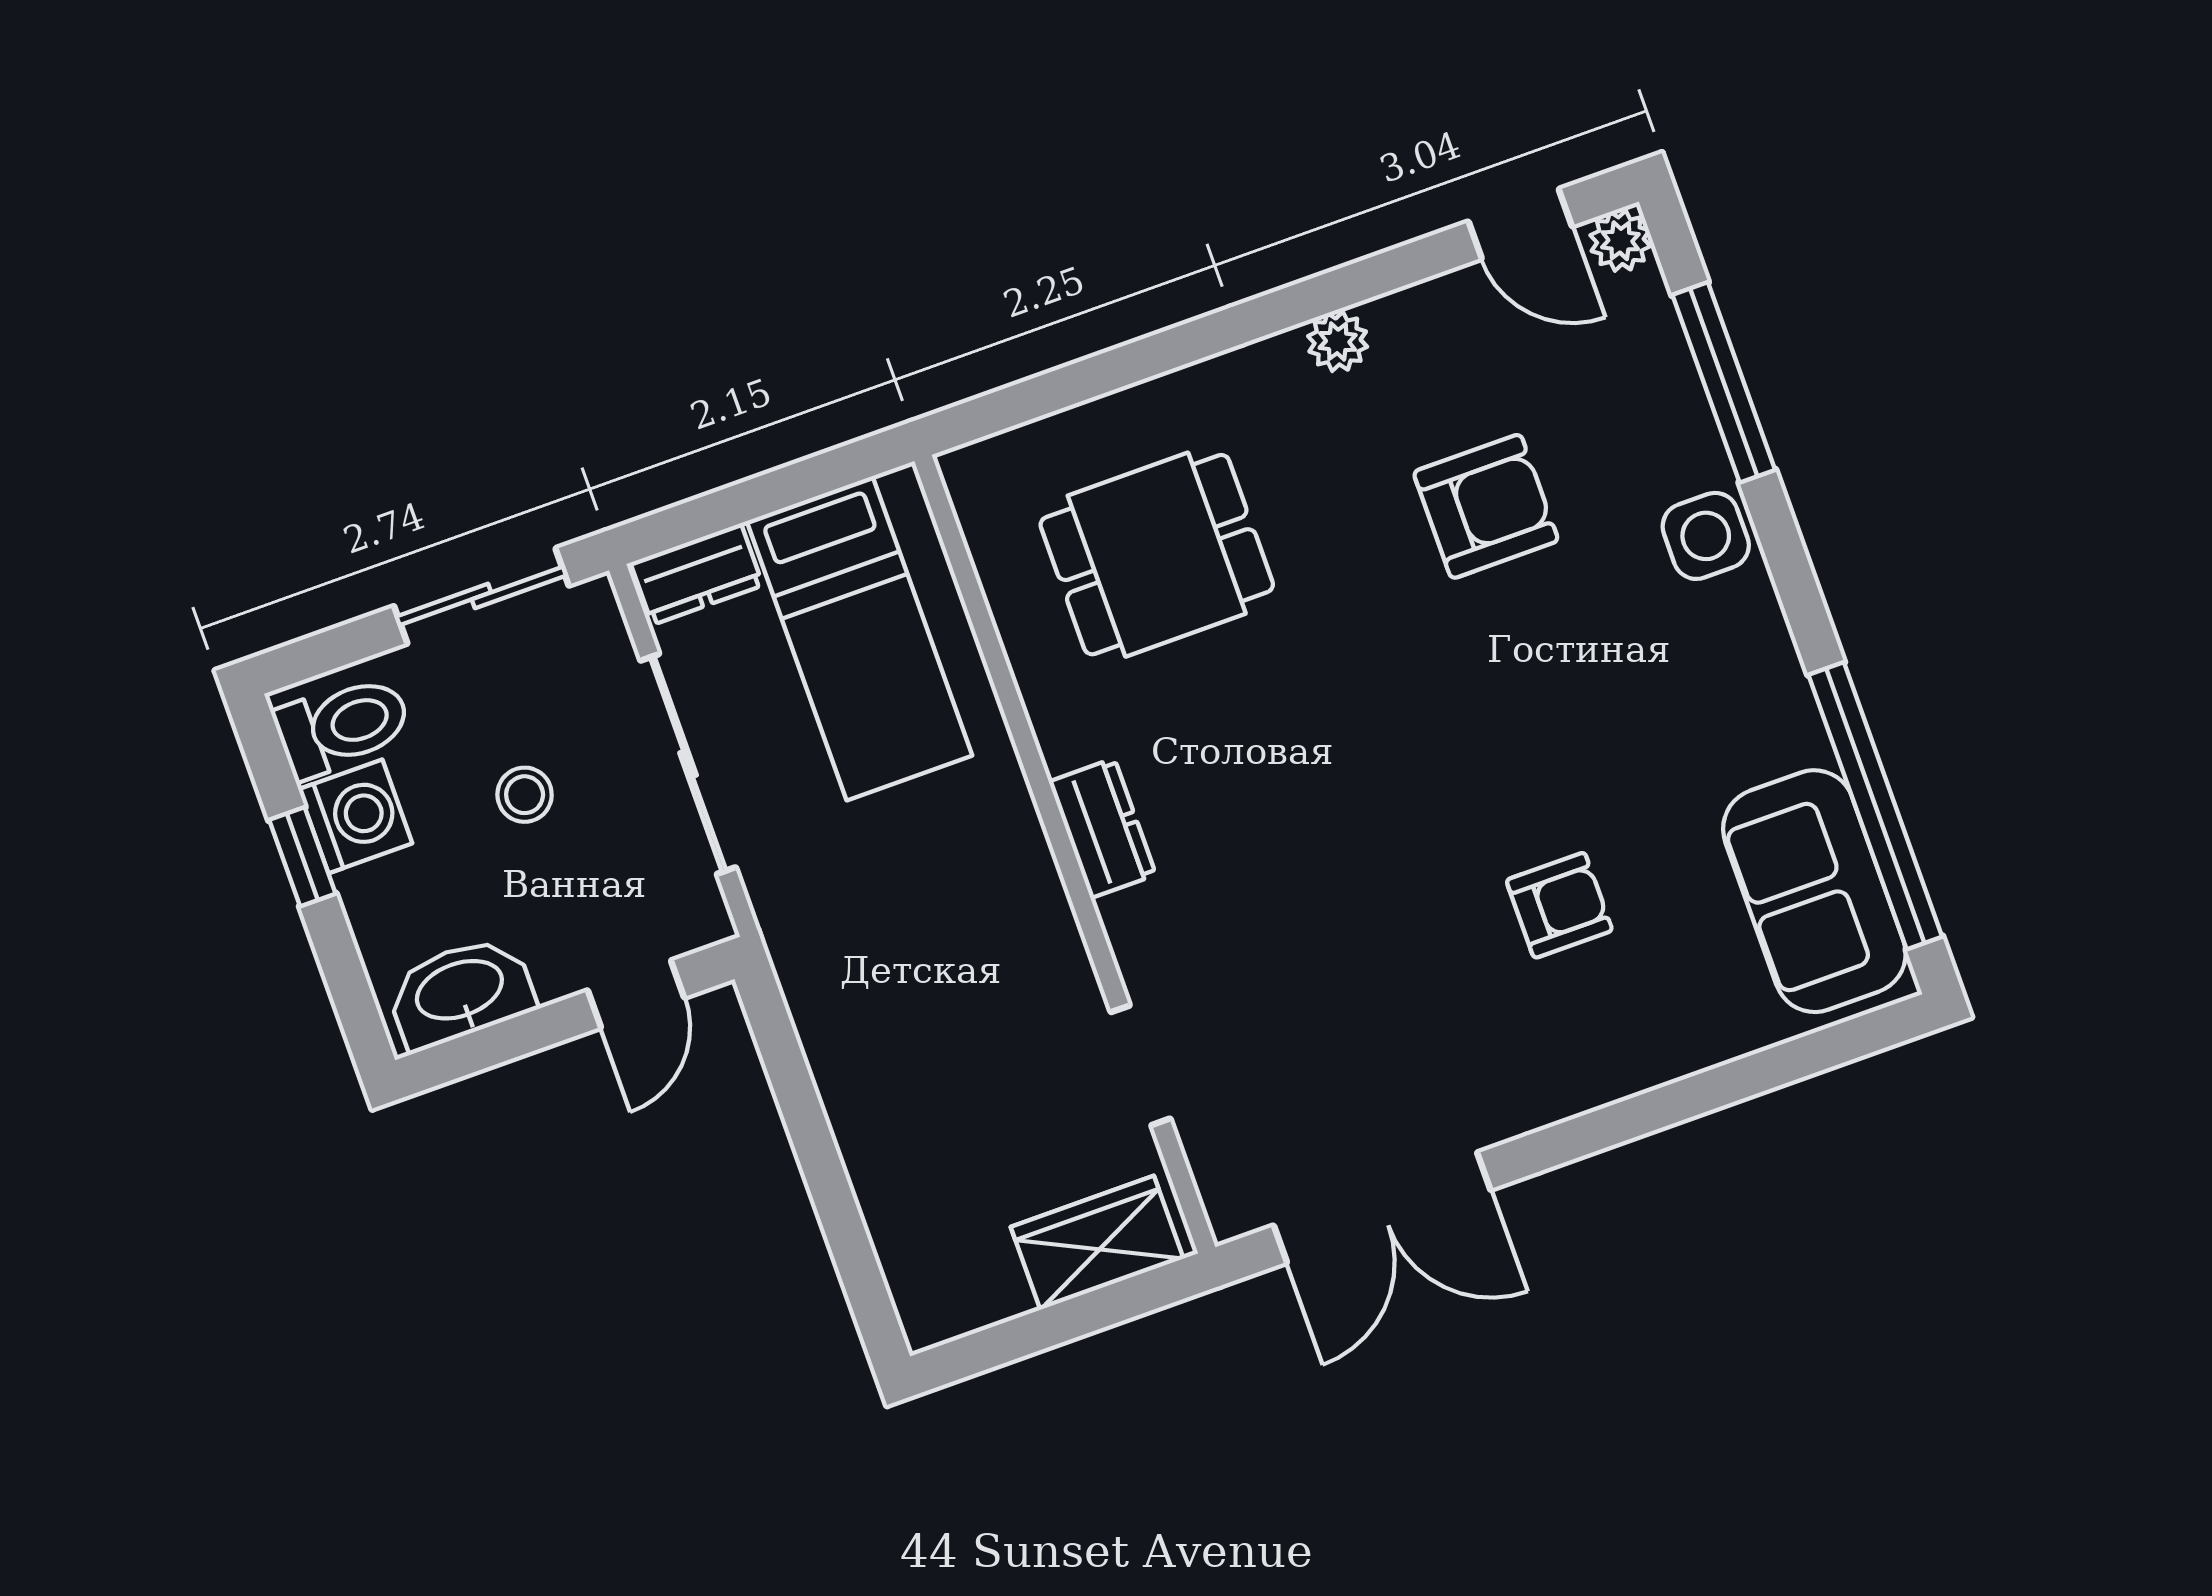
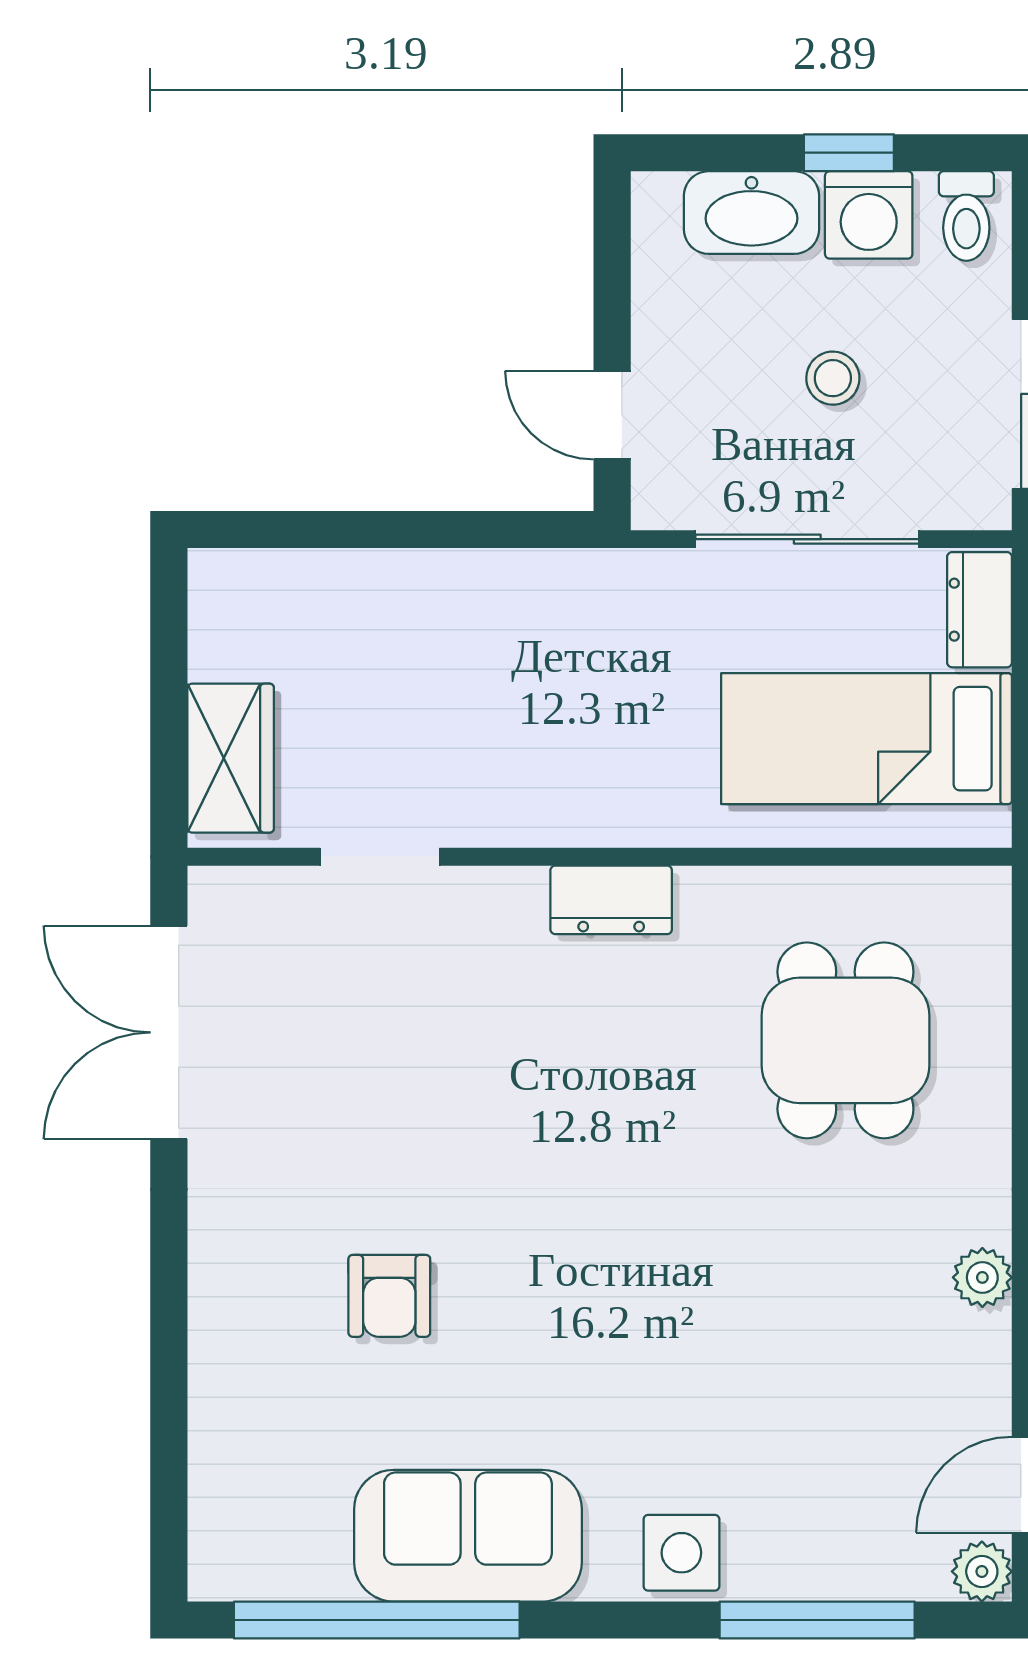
armchair: (1486, 506) -> (781, 1360), removed
toilet: (343, 726) -> (966, 216), width x0.73, depth x0.72
sofa: (1814, 891) -> (468, 1536), moved
washbasin: (460, 992) -> (751, 213), moved, turned 90

